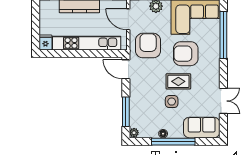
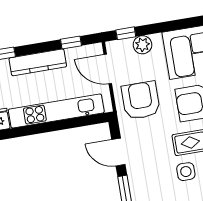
door: (126, 69) -> (118, 152), moved

